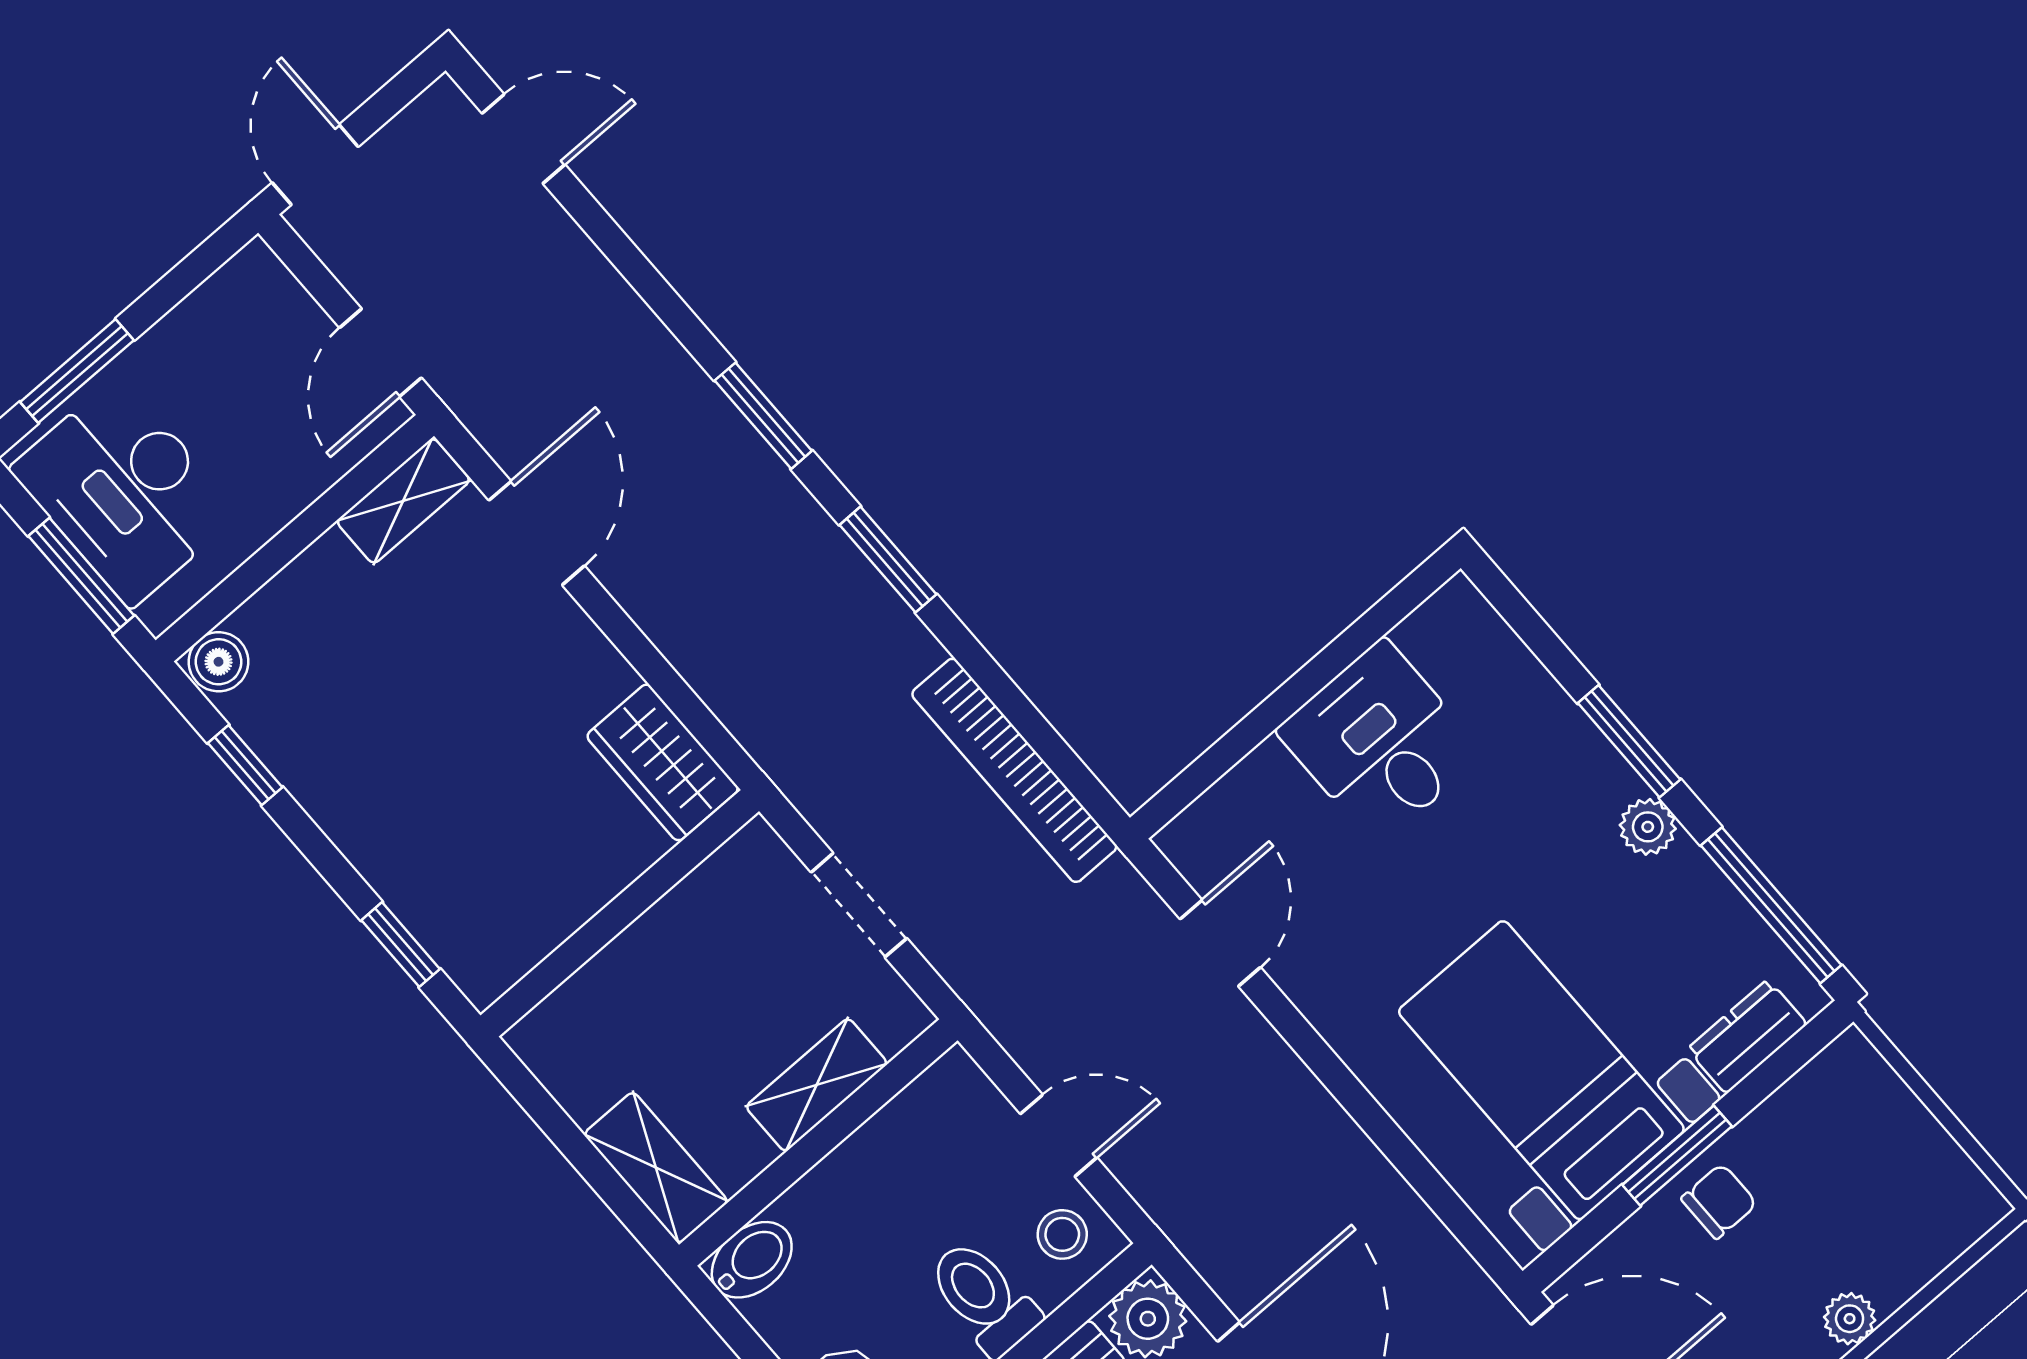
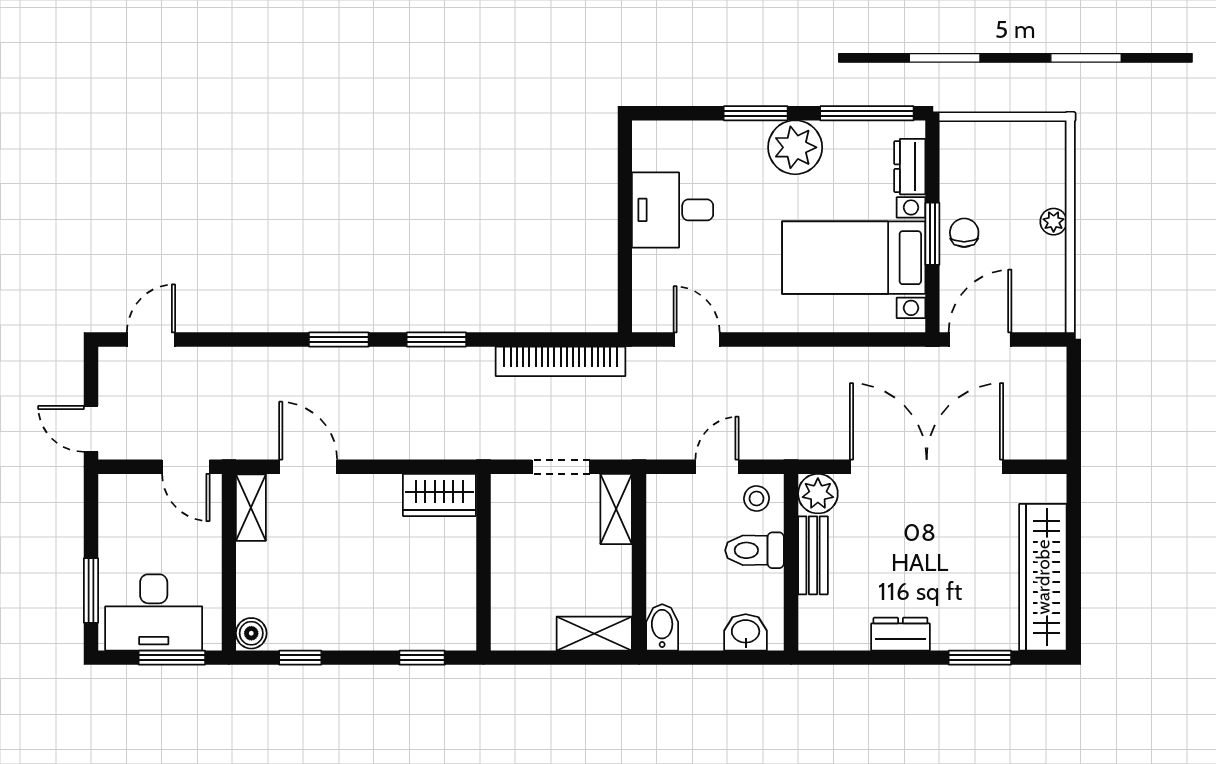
plant: (1648, 827) -> (795, 147), width x1.88, depth x1.88
shelving: (817, 1085) -> (616, 509), moved

